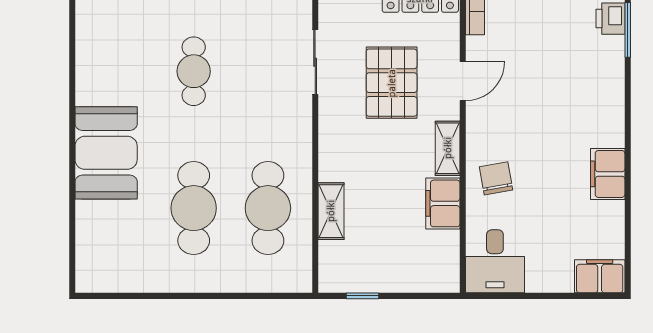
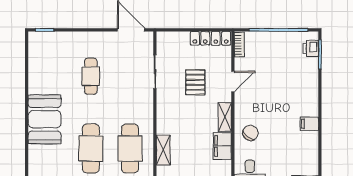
pallet: (392, 83) -> (195, 82), width x0.67, depth x0.71
filing cabinet: (608, 174) -> (309, 124), width x0.50
chair: (496, 178) -> (250, 133), turned 49

